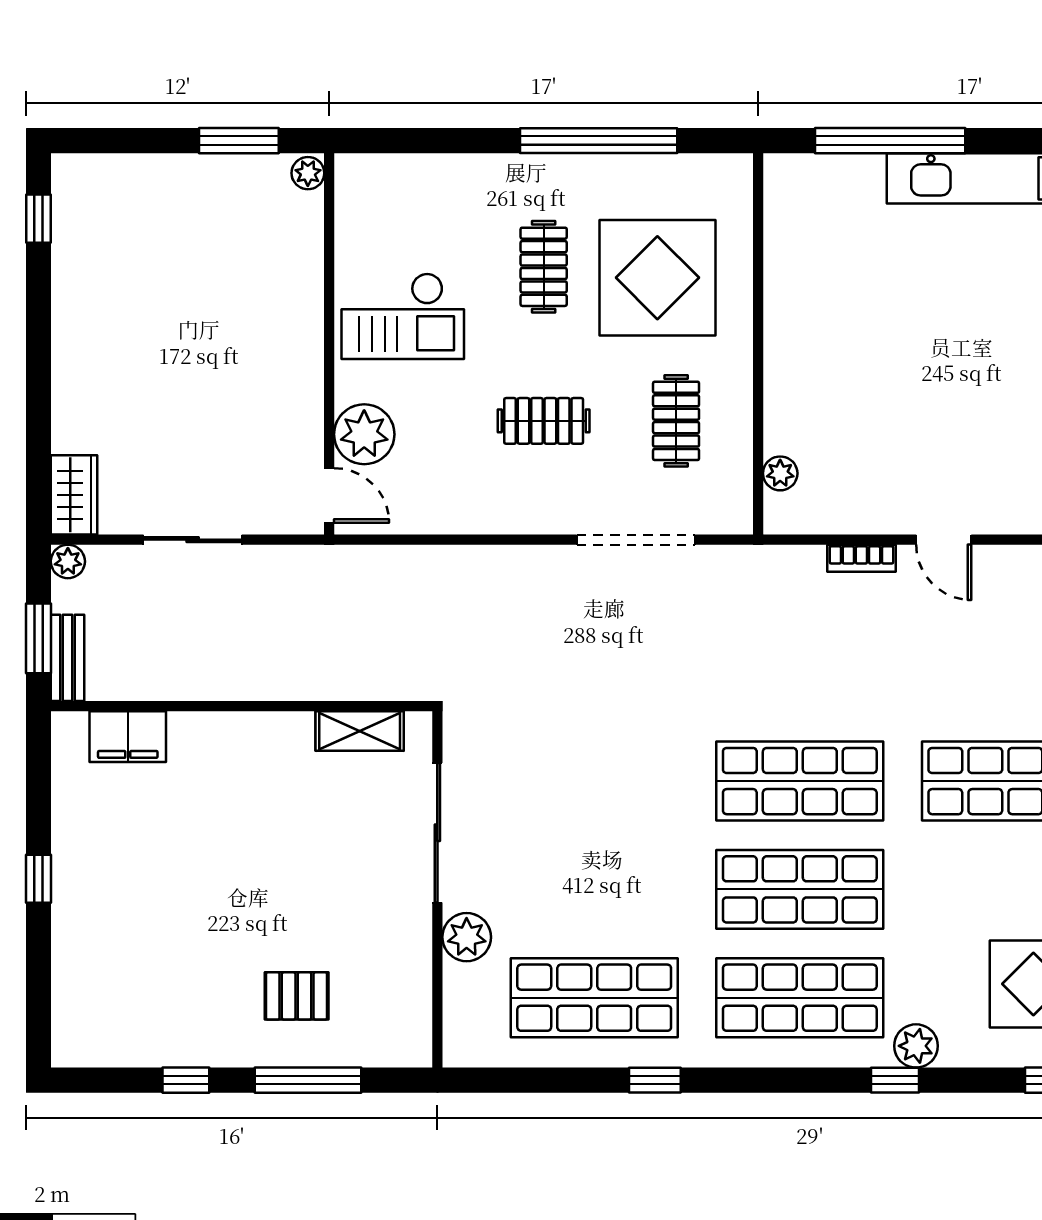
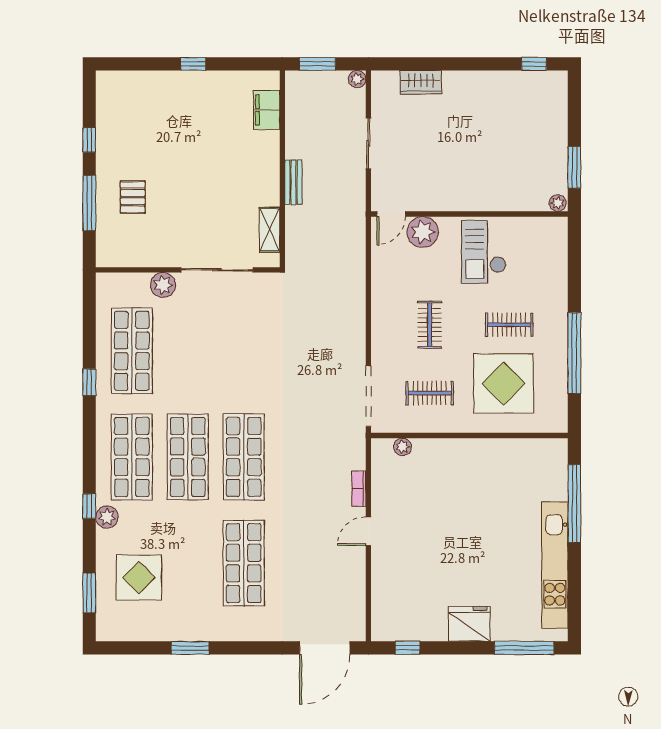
wardrobe: (74, 495) -> (421, 82), moved
doorway: (636, 540) -> (368, 396), moved
bench: (68, 658) -> (293, 182), moved, turned 90

